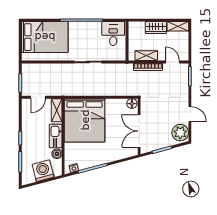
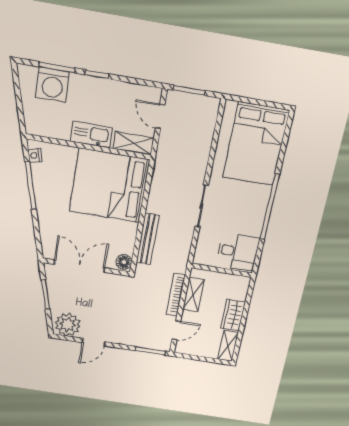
bench: (114, 91) -> (148, 239), added
boiler: (57, 154) -> (62, 132), removed
washing machine: (43, 171) -> (52, 85), moved, turned 105

